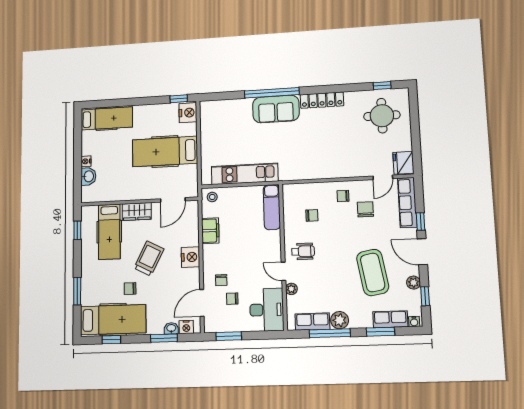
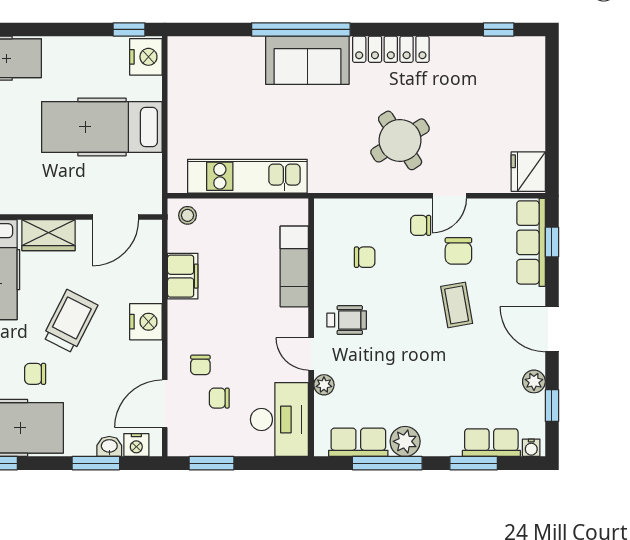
round table: (382, 116) -> (400, 140), moved, turned -32
door: (383, 177) -> (449, 196), moved
exam couch: (272, 207) -> (294, 266), moved
chair: (365, 209) -> (458, 251), turned 180
window: (421, 221) -> (552, 242), moved
coffee table: (373, 272) -> (457, 305), moved, width x0.54, depth x0.58

